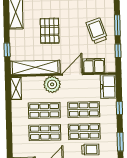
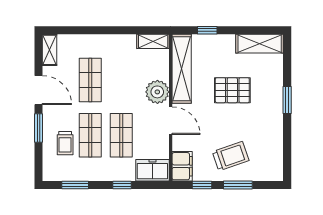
filing cabinet: (94, 66) -> (182, 166), moved
shop shelf: (44, 110) -> (121, 80), removed

